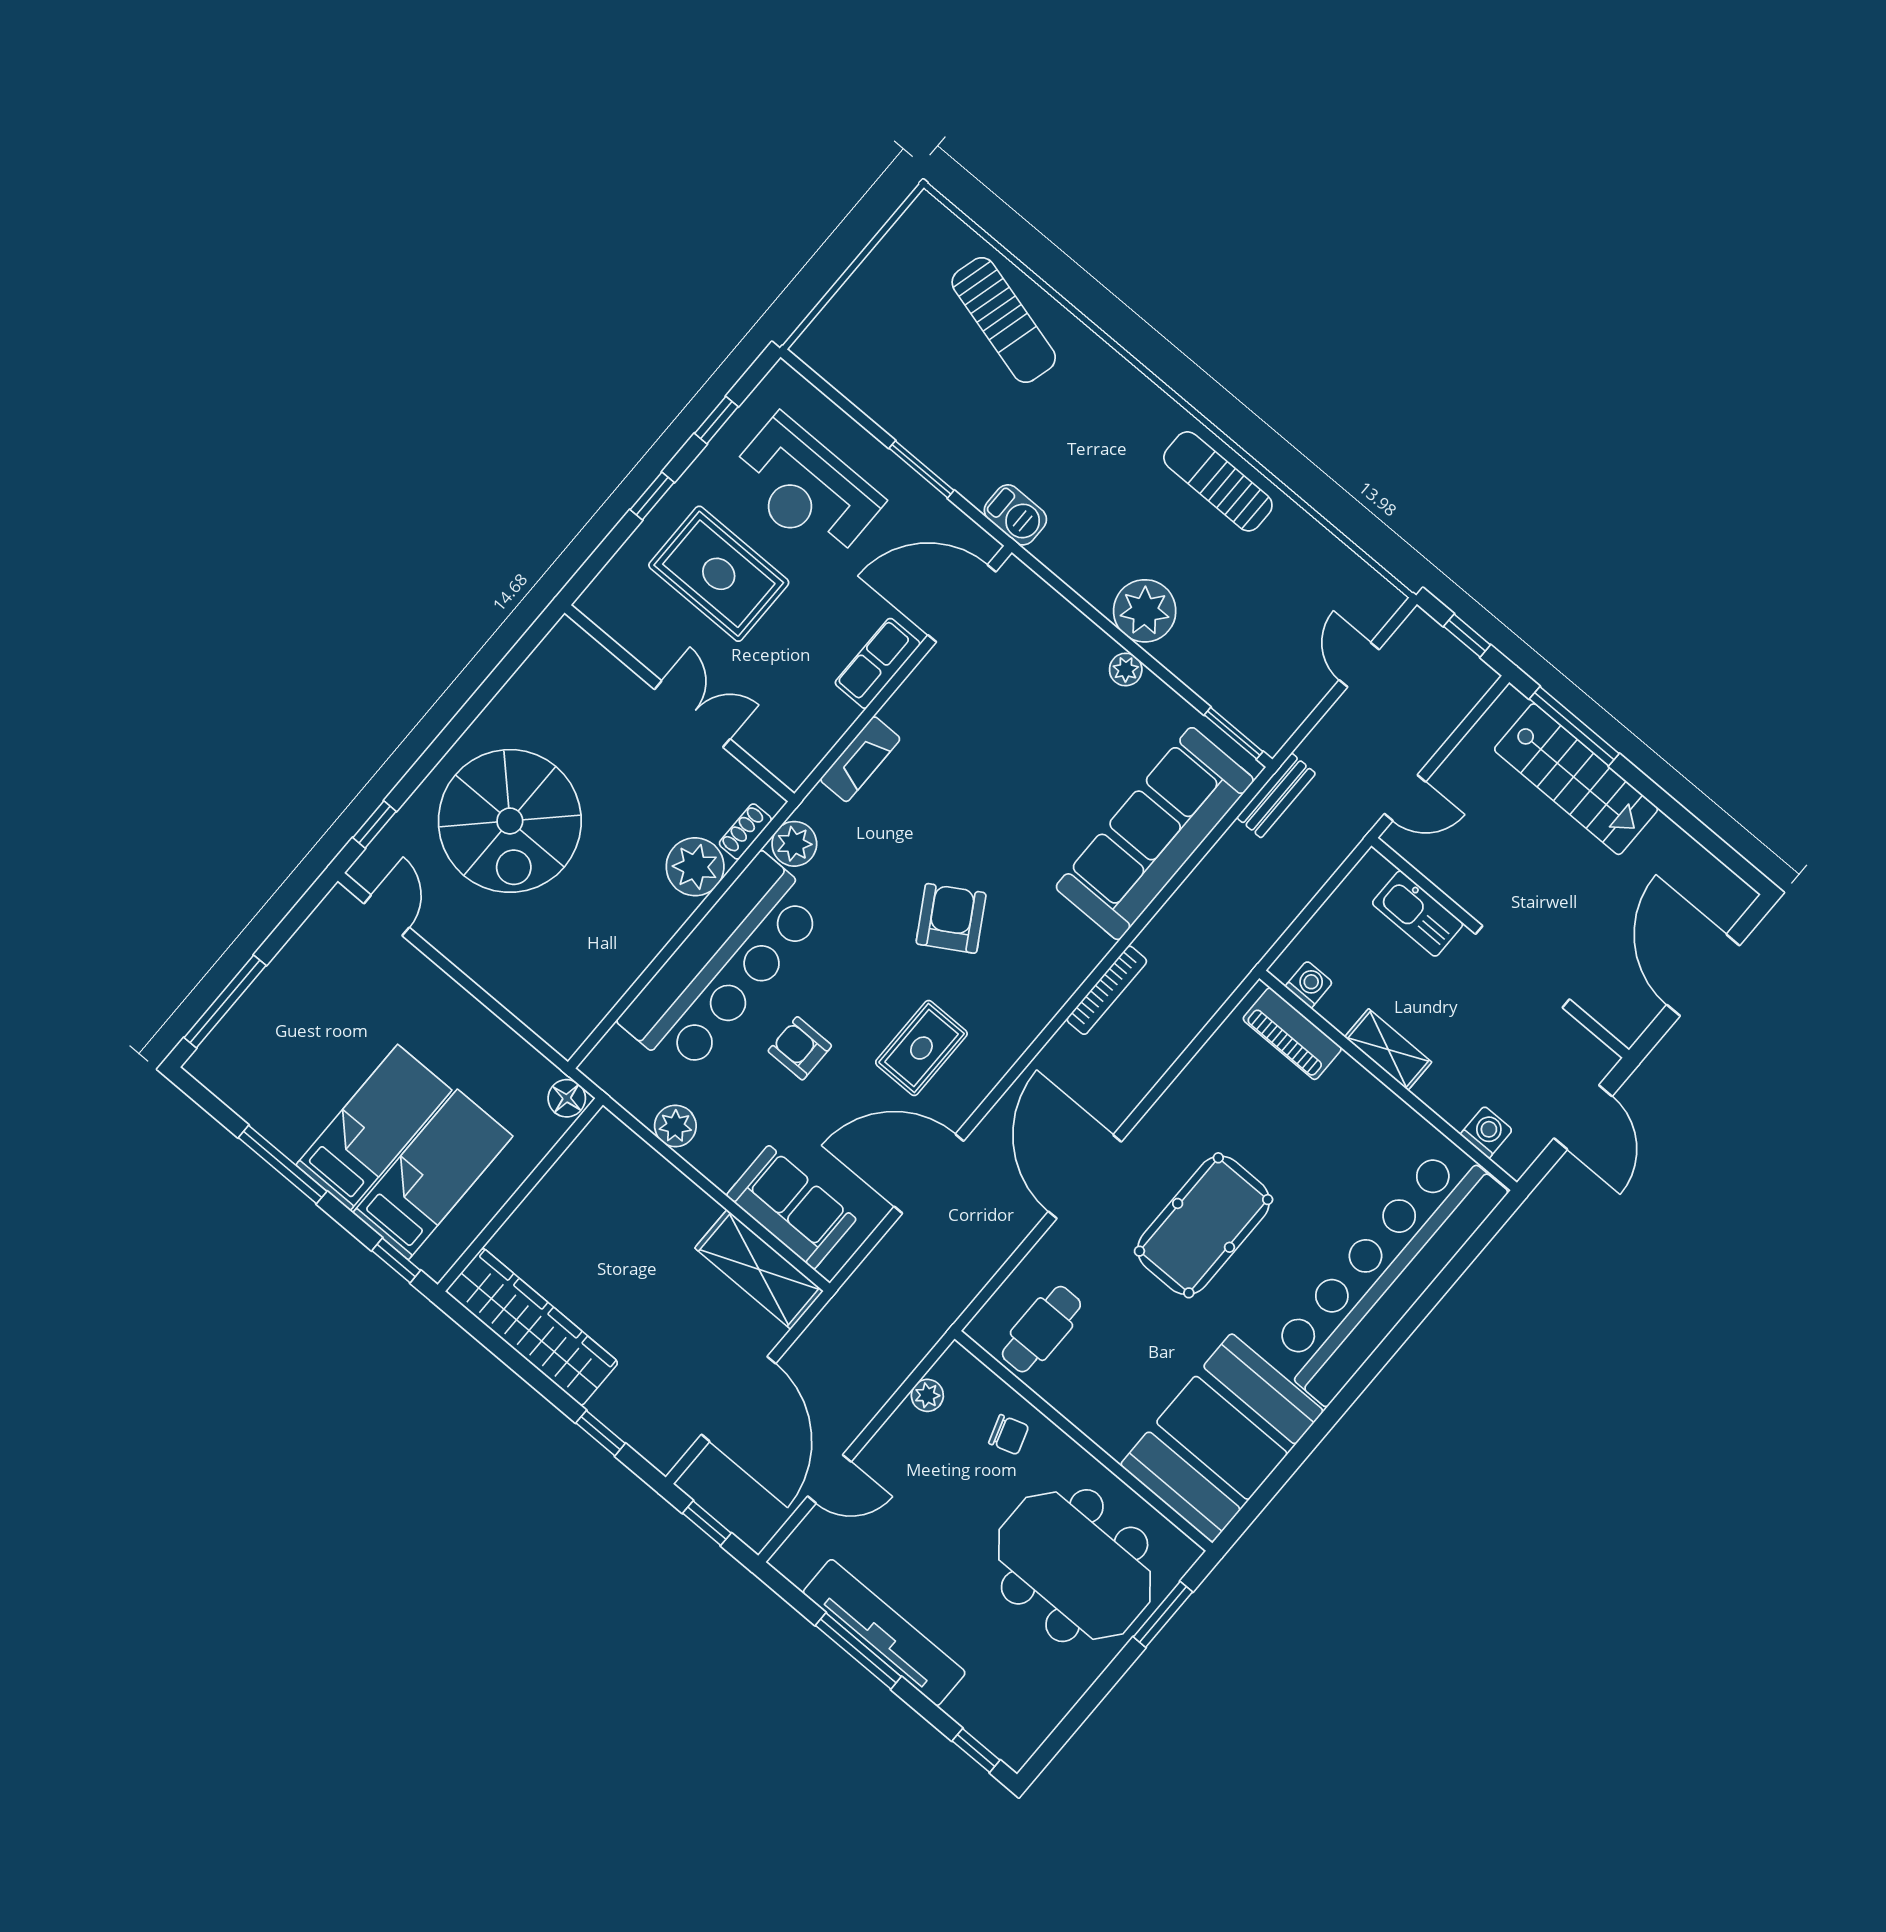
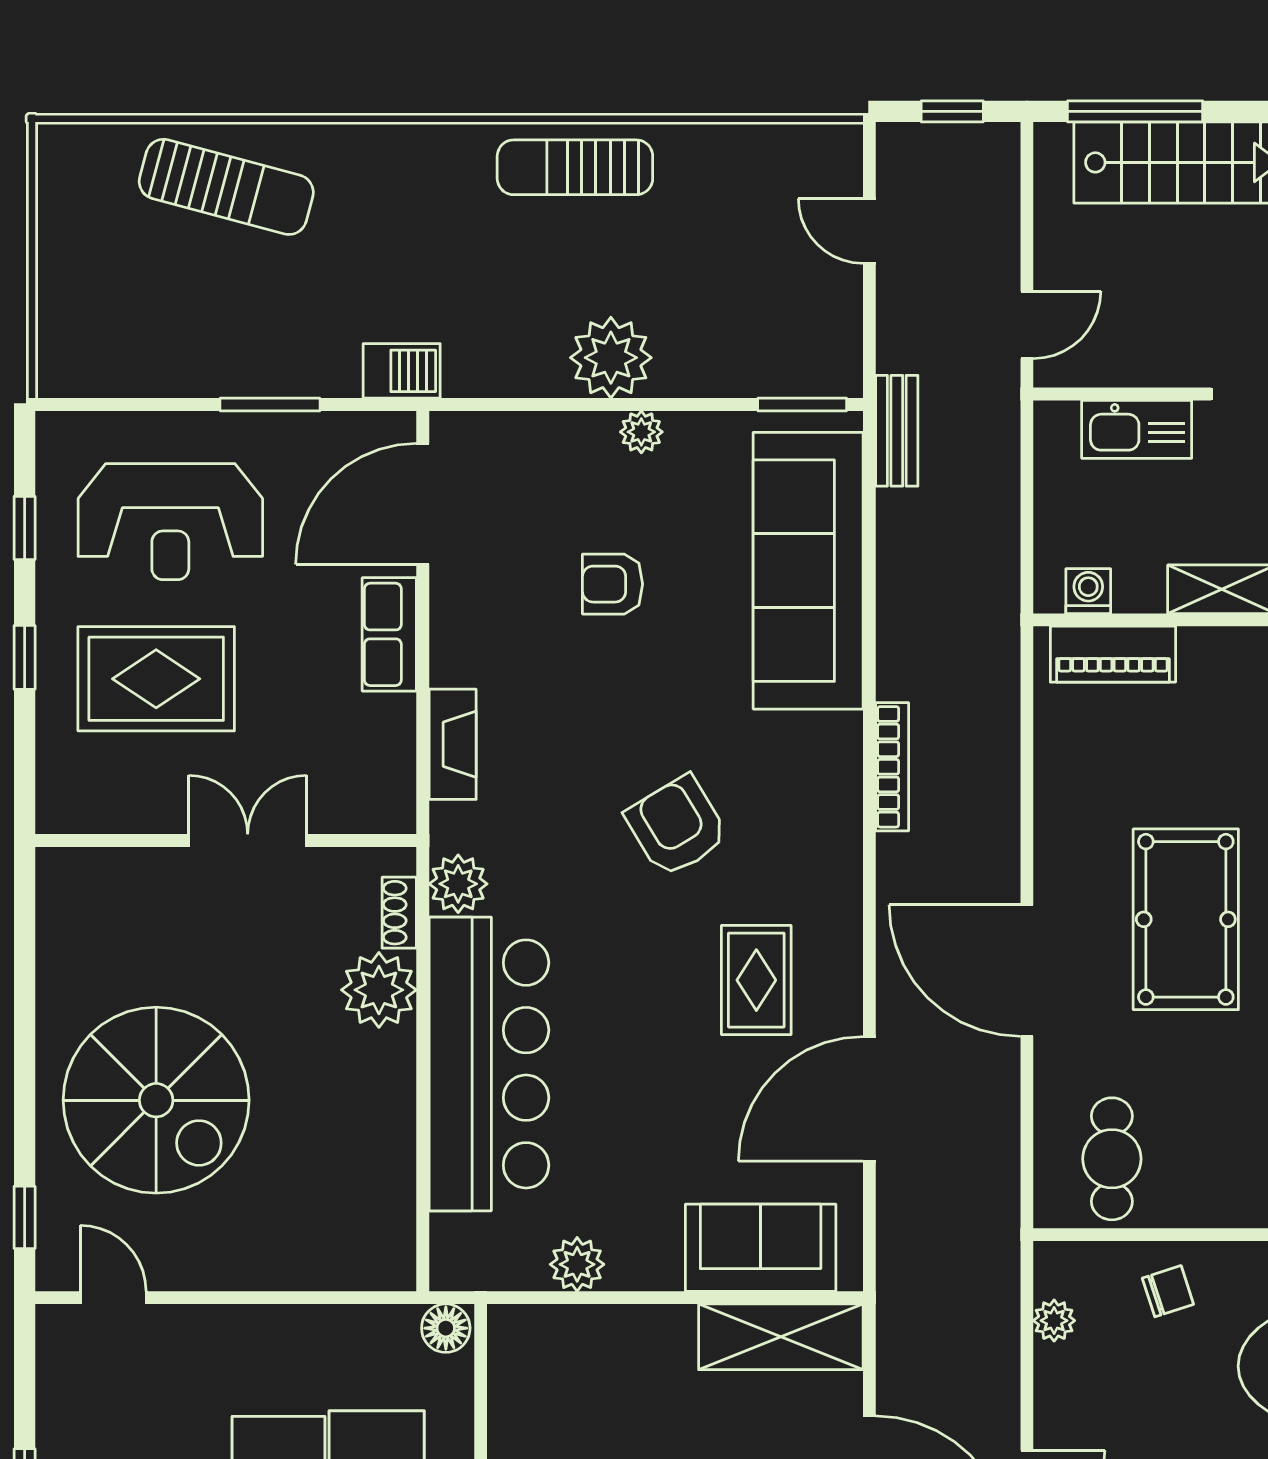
armchair: (800, 1048) -> (612, 584), moved

